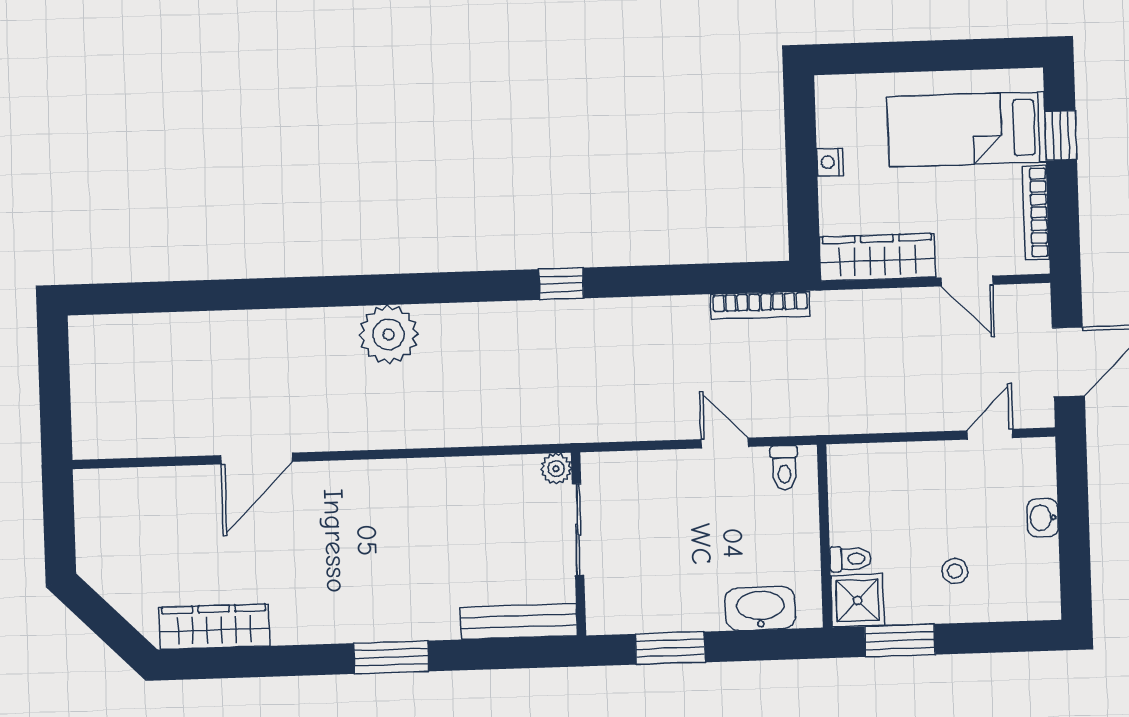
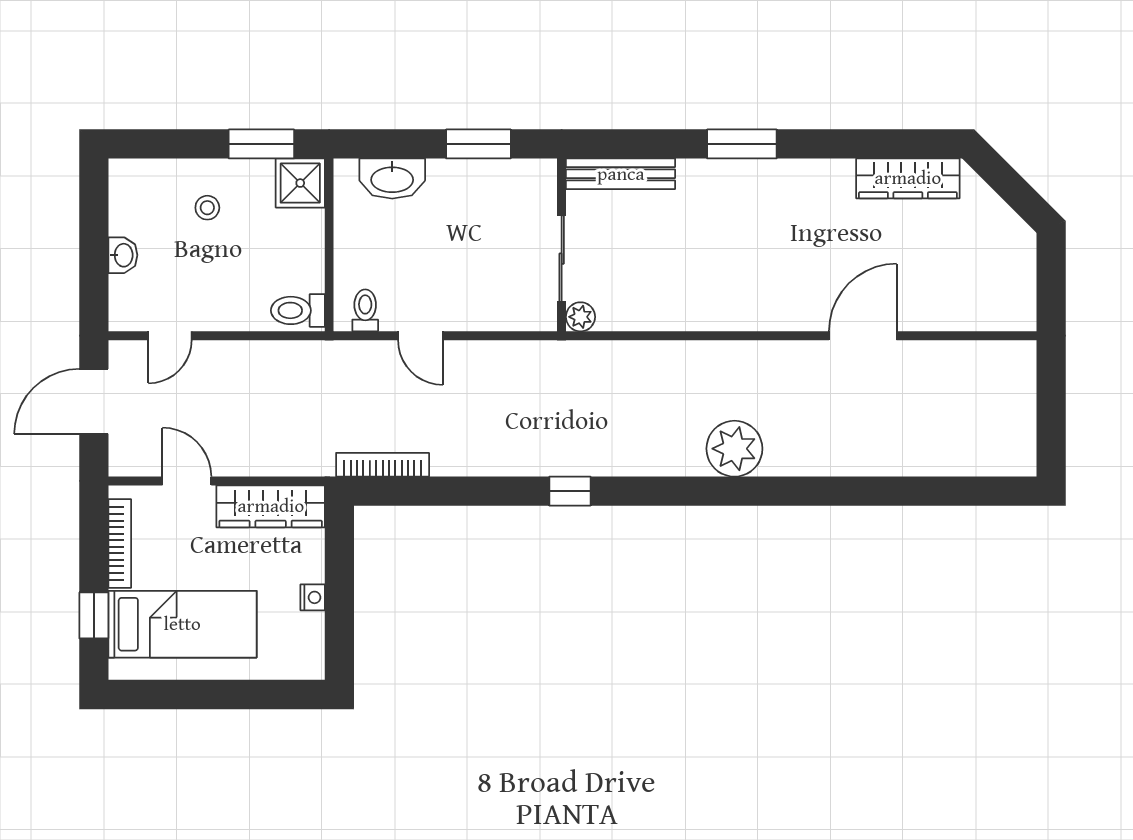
toilet: (851, 559) -> (298, 310), moved, width x1.37, depth x1.39

